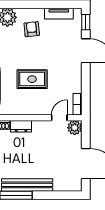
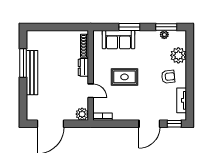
rug: (32, 79) -> (124, 77), turned 90
door: (59, 118) -> (91, 91), moved

